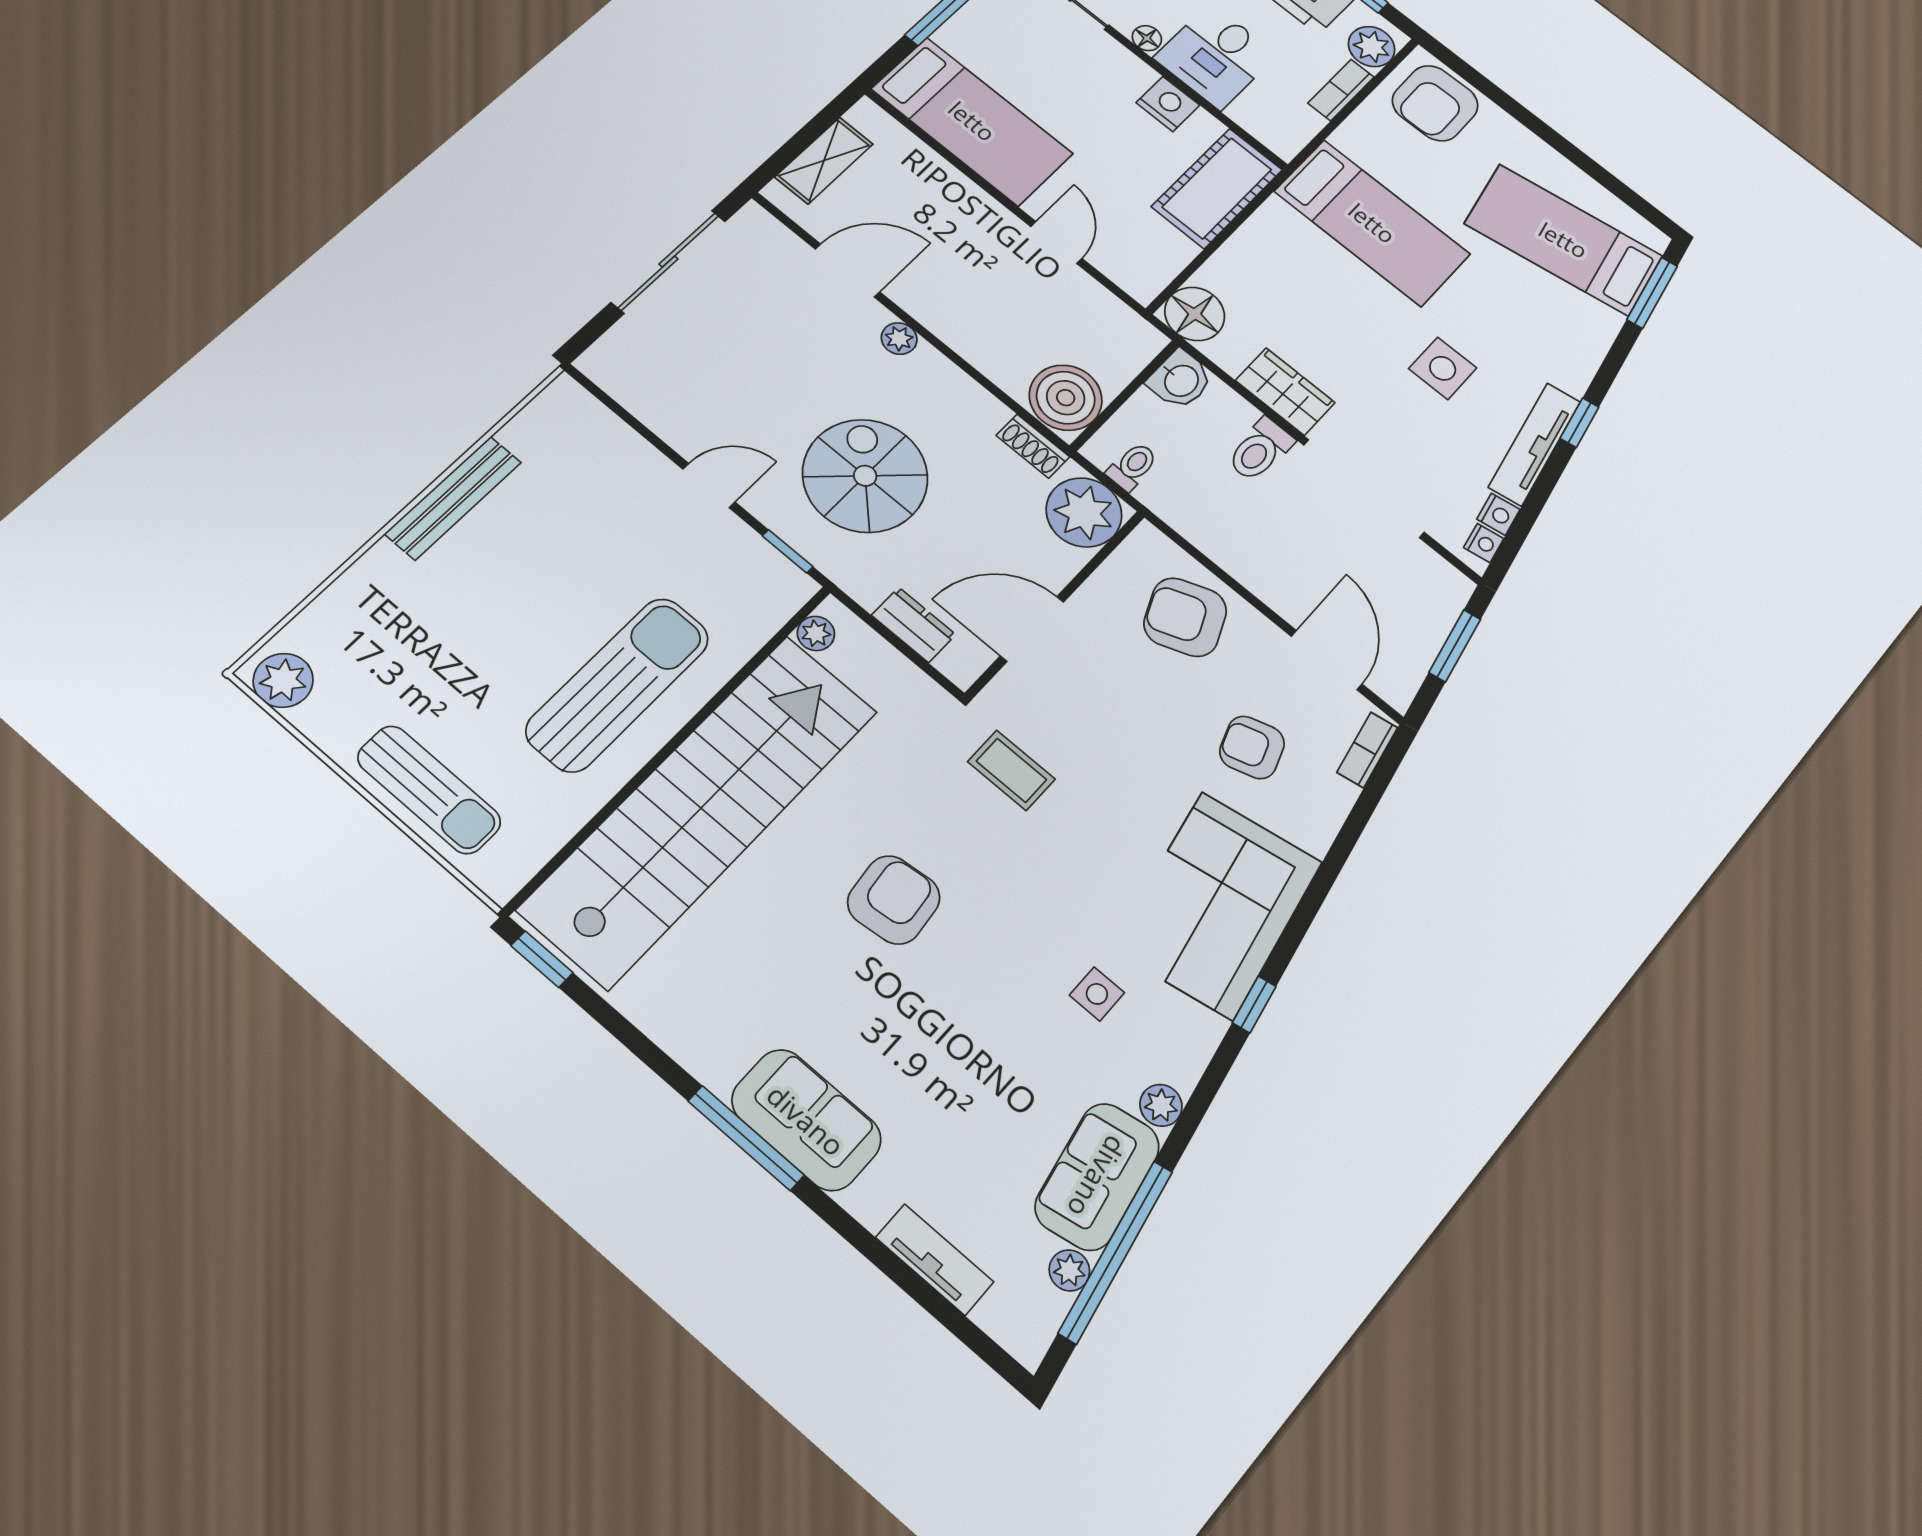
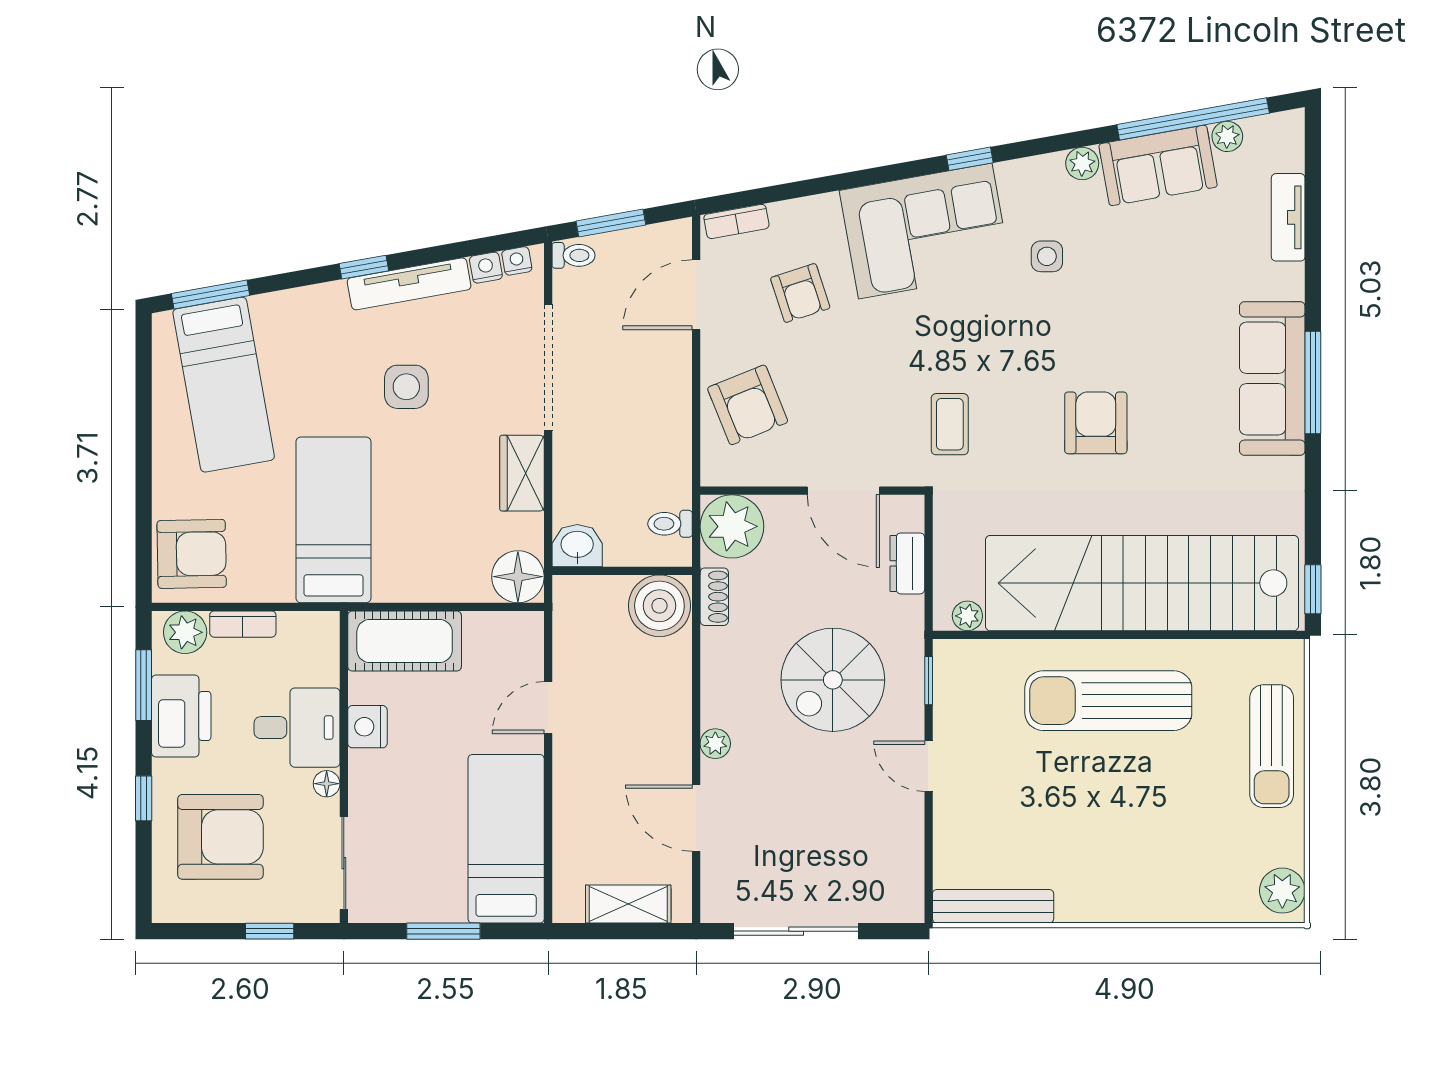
toilet: (1260, 450) -> (573, 255), moved, width x0.73, depth x0.72
bench: (453, 498) -> (993, 906), moved
sun lounger: (429, 790) -> (1272, 746), turned 180
armchair: (894, 900) -> (1096, 423), turned 96
sofa: (806, 1120) -> (1272, 378), width x1.36

